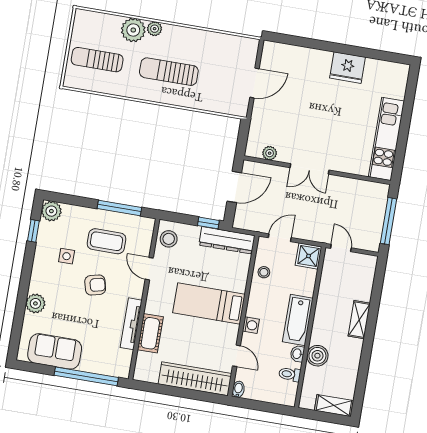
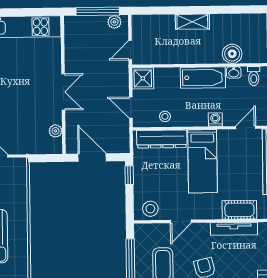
plant: (374, 237) -> (114, 22), added
dresser: (227, 240) -> (162, 139), moved, turned 90

